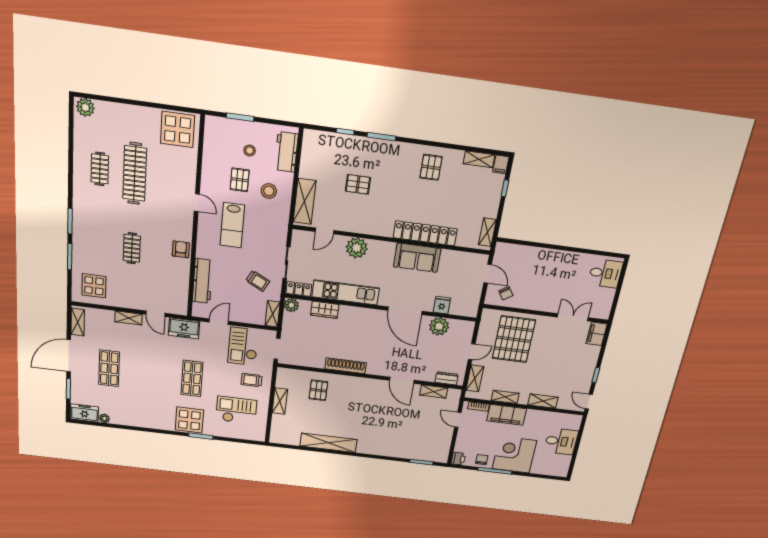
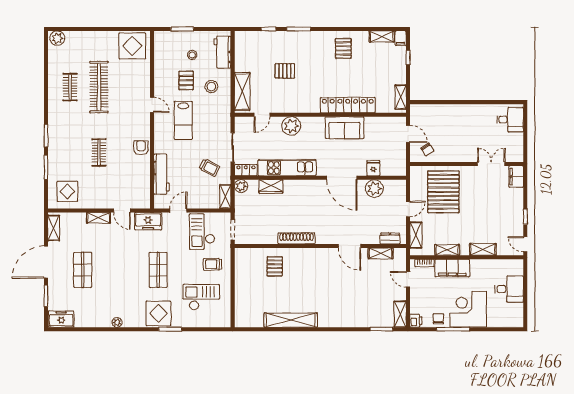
shelving: (280, 401) -> (400, 314), moved
plant: (104, 418) -> (117, 322), moved

